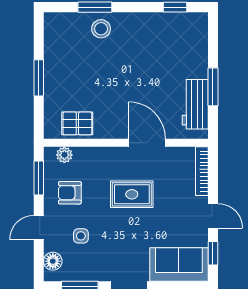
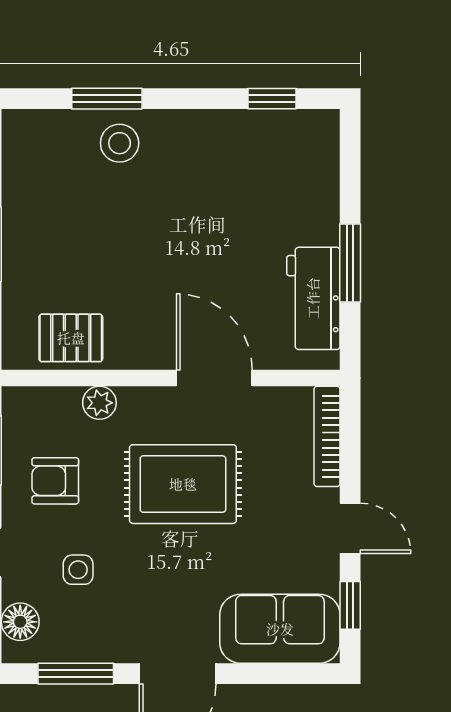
plant: (64, 155) -> (99, 403), moved
rug: (132, 194) -> (183, 484), width x1.36, depth x1.43

